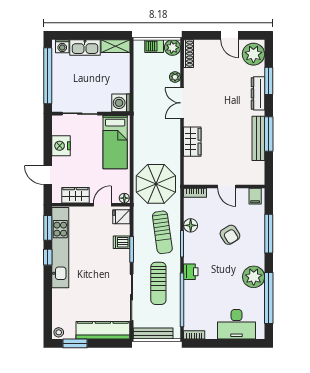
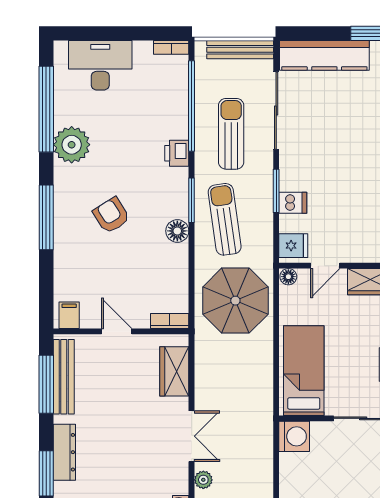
wall: (224, 187) -> (121, 331), moved
door: (227, 187) -> (117, 331), moved
bookcase: (195, 193) -> (170, 321), moved
filing cabinet: (255, 196) -> (69, 315), moved

